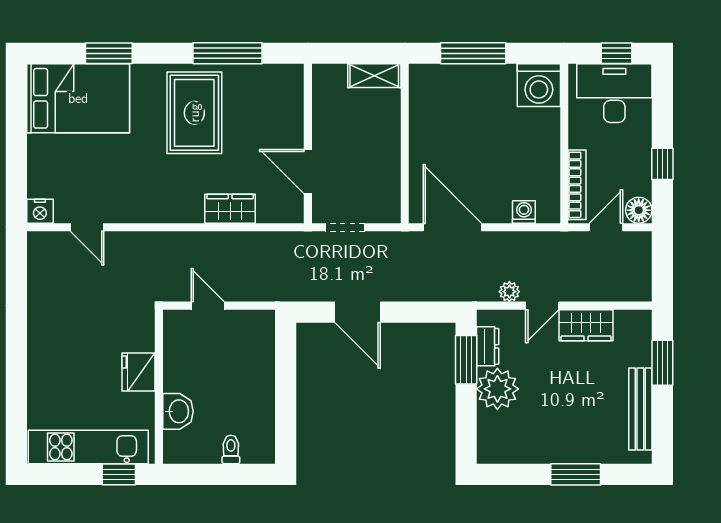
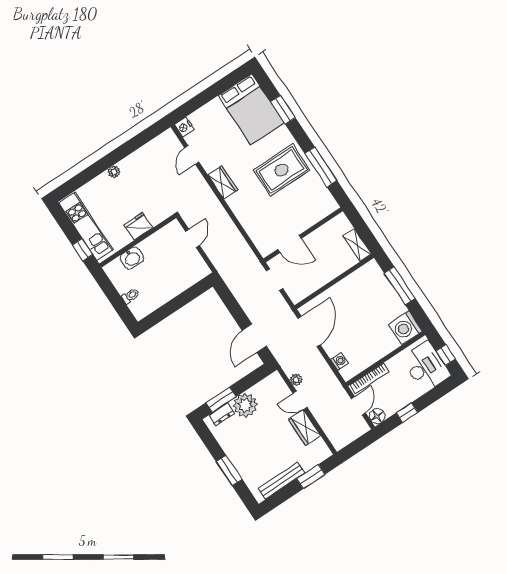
door: (308, 171) -> (290, 244), swing flipped
wardrobe: (230, 209) -> (223, 182), moved
door: (606, 227) -> (358, 406), hinge flipped
door: (358, 312) -> (254, 338), moved
dresser: (488, 346) -> (222, 414), moved
plant: (37, 355) -> (114, 172), added
window: (466, 360) -> (221, 400), moved

